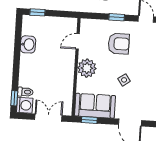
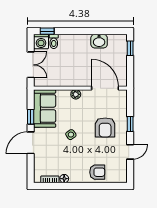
door: (78, 41) -> (105, 88), width x1.88
plant: (87, 68) -> (76, 94), width x0.53, depth x0.53
window: (89, 120) -> (31, 117), moved

